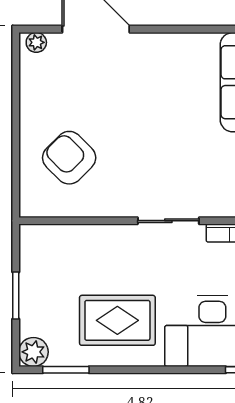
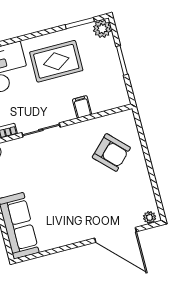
filing cabinet: (96, 240) -> (82, 107), added

